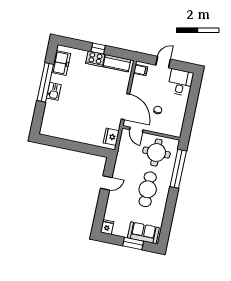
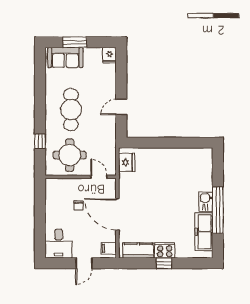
freezer: (61, 63) -> (204, 232), width x1.40
door: (125, 107) -> (117, 214), moved
window: (178, 169) -> (40, 141), width x0.32

